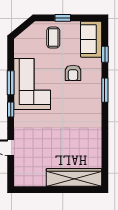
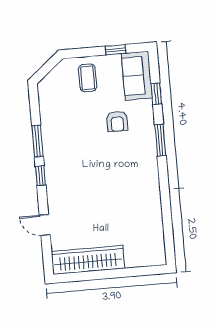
window: (63, 18) -> (116, 50), moved
corner sofa: (32, 84) -> (66, 140), removed
wardrobe: (74, 177) -> (88, 260), moved

